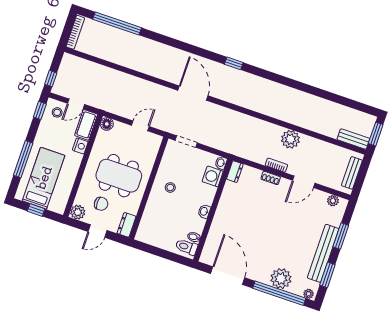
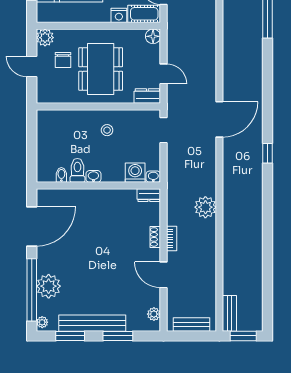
plant: (290, 139) -> (205, 207), moved
dresser: (126, 225) -> (147, 96), moved
toilet: (186, 247) -> (77, 170), moved

